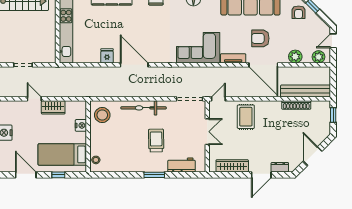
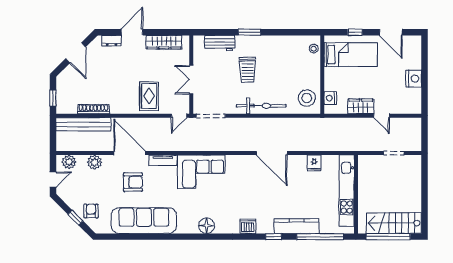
fridge: (107, 56) -> (314, 163), moved
nightstand: (81, 125) -> (330, 98), moved

